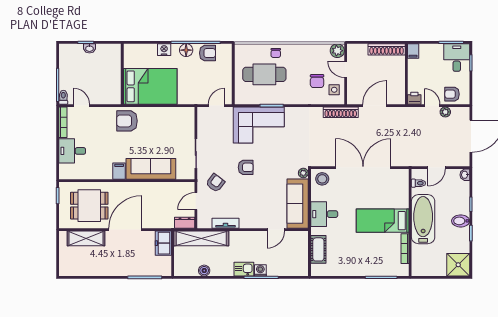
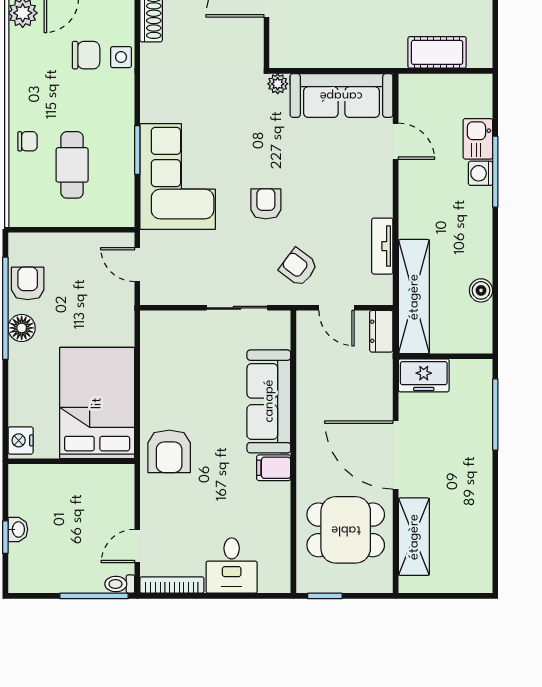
nightstand: (164, 50) -> (21, 440), moved
cafe table: (264, 74) -> (72, 165), width x0.73, depth x0.74
side table: (334, 90) -> (121, 57), moved
stool: (322, 179) -> (290, 44), removed
dining table: (89, 206) -> (346, 530), turned 90
desk: (324, 214) -> (363, 40), removed
kitchen sink: (244, 269) -> (478, 139), moved

